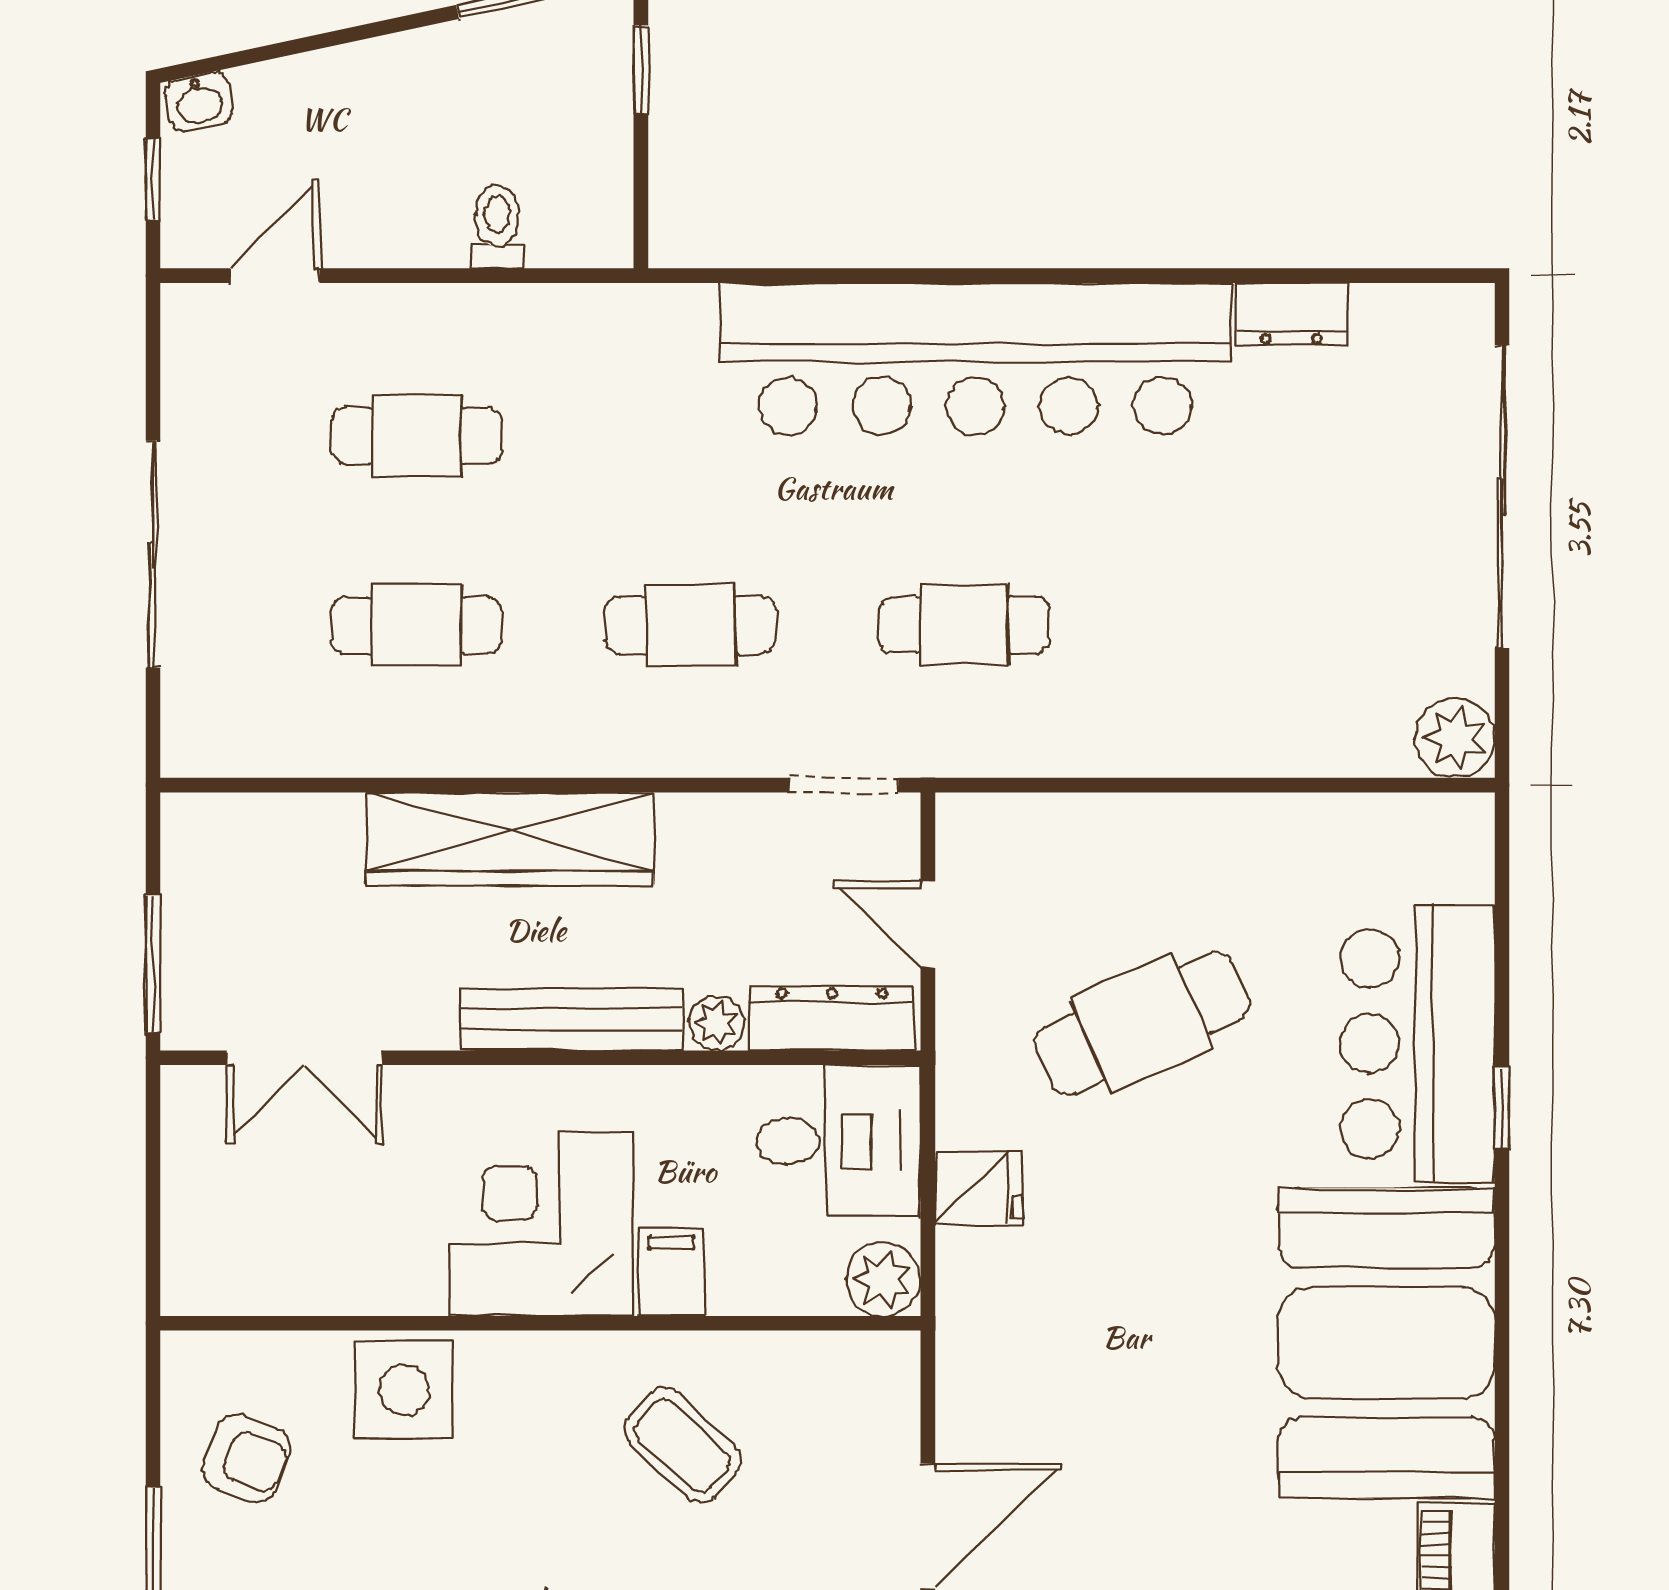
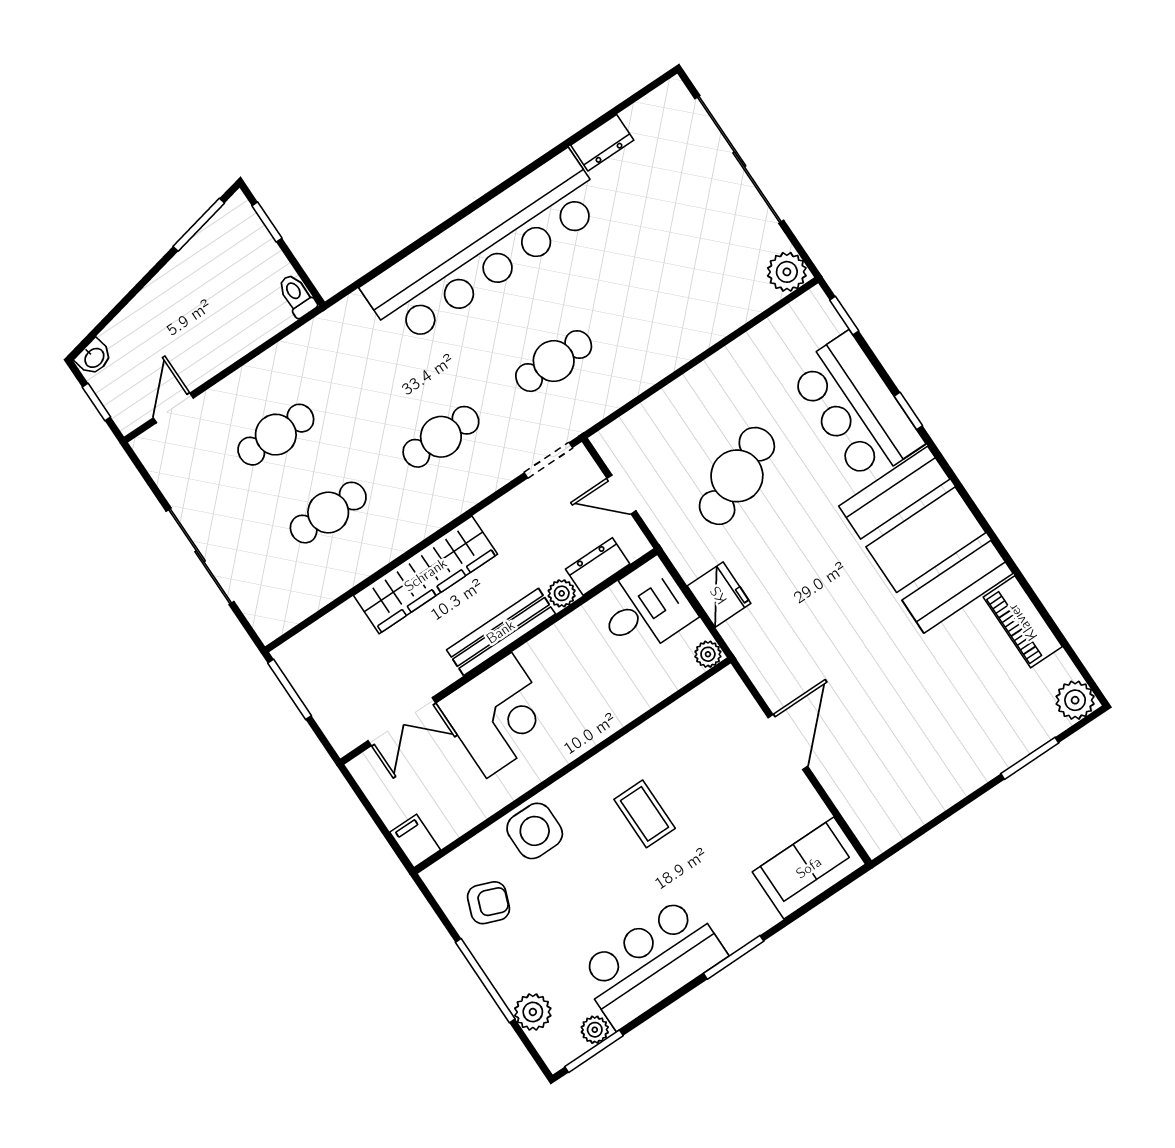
toilet: (497, 226) -> (297, 296), moved
window: (1502, 876) -> (844, 316), added
window: (153, 963) -> (290, 689), moved
dresser: (832, 1019) -> (598, 567), width x0.70
fridge: (979, 1188) -> (719, 595), width x1.38
corner desk: (541, 1224) -> (499, 715), moved, turned 180
filing cabinet: (671, 1273) -> (415, 841), moved
plant: (883, 1279) -> (708, 654), width x0.73, depth x0.73
coffee table: (683, 1445) -> (645, 814), moved, turned 47

